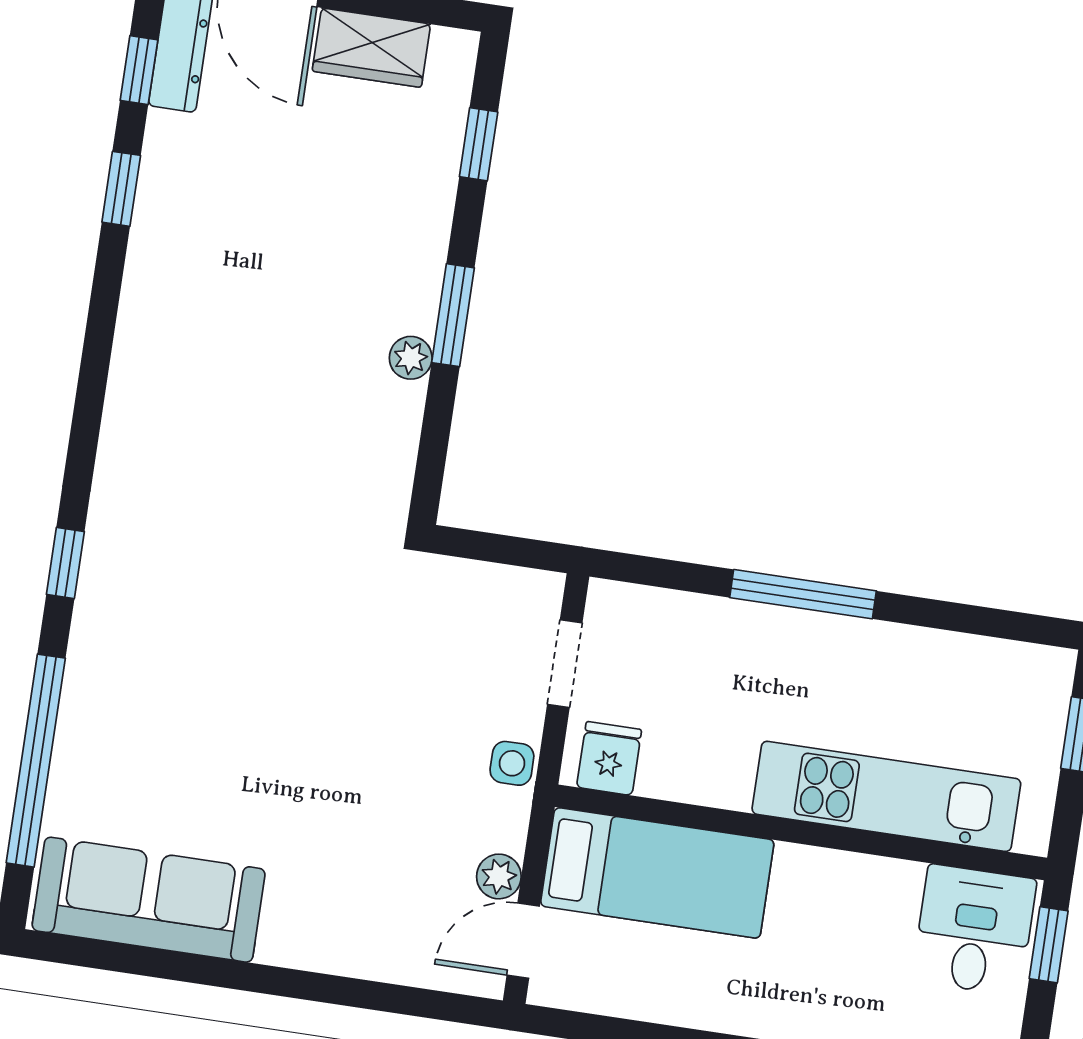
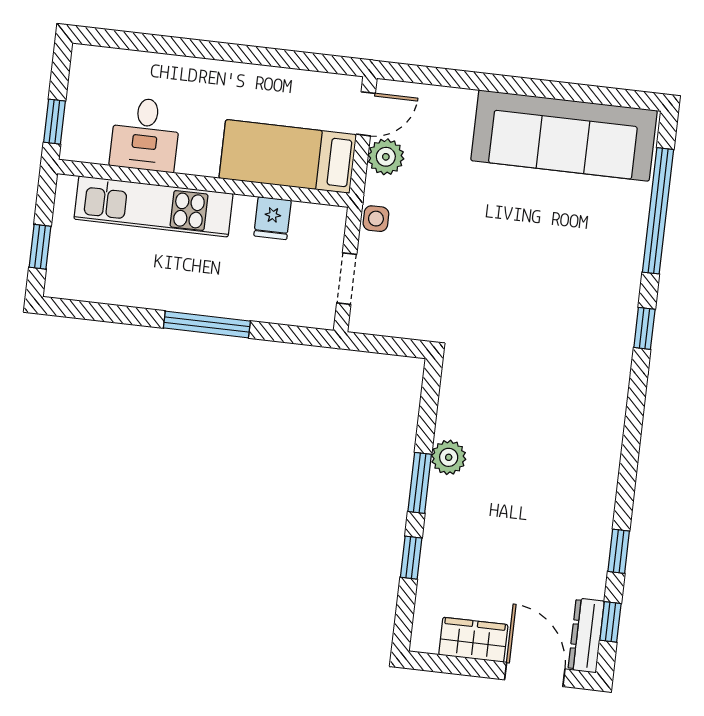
window: (479, 144) -> (411, 558), moved
plant: (411, 358) -> (449, 457), width x1.38, depth x1.38
fridge: (609, 758) -> (272, 218), moved
plant: (499, 876) -> (386, 157), width x1.38, depth x1.38
sofa: (149, 900) -> (564, 136), width x1.36, depth x1.27
desk: (974, 930) -> (145, 134), moved

